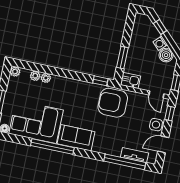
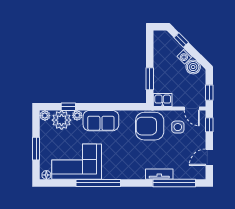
plant: (35, 76) -> (62, 120), width x1.87, depth x1.87
window: (100, 81) -> (68, 107), moved
side table: (156, 125) -> (178, 127), moved
sofa: (76, 138) -> (101, 121), moved, turned 180
tv unit: (134, 155) -> (159, 174), moved

